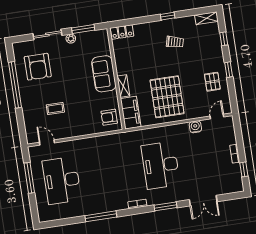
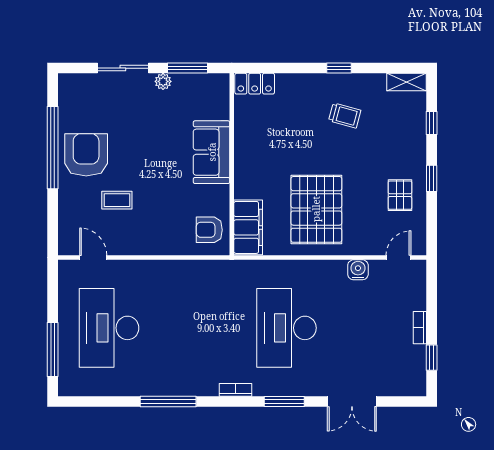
armchair: (38, 67) -> (86, 155), moved, turned 180
shelving: (123, 86) -> (243, 179), removed
window: (29, 178) -> (53, 350), moved

